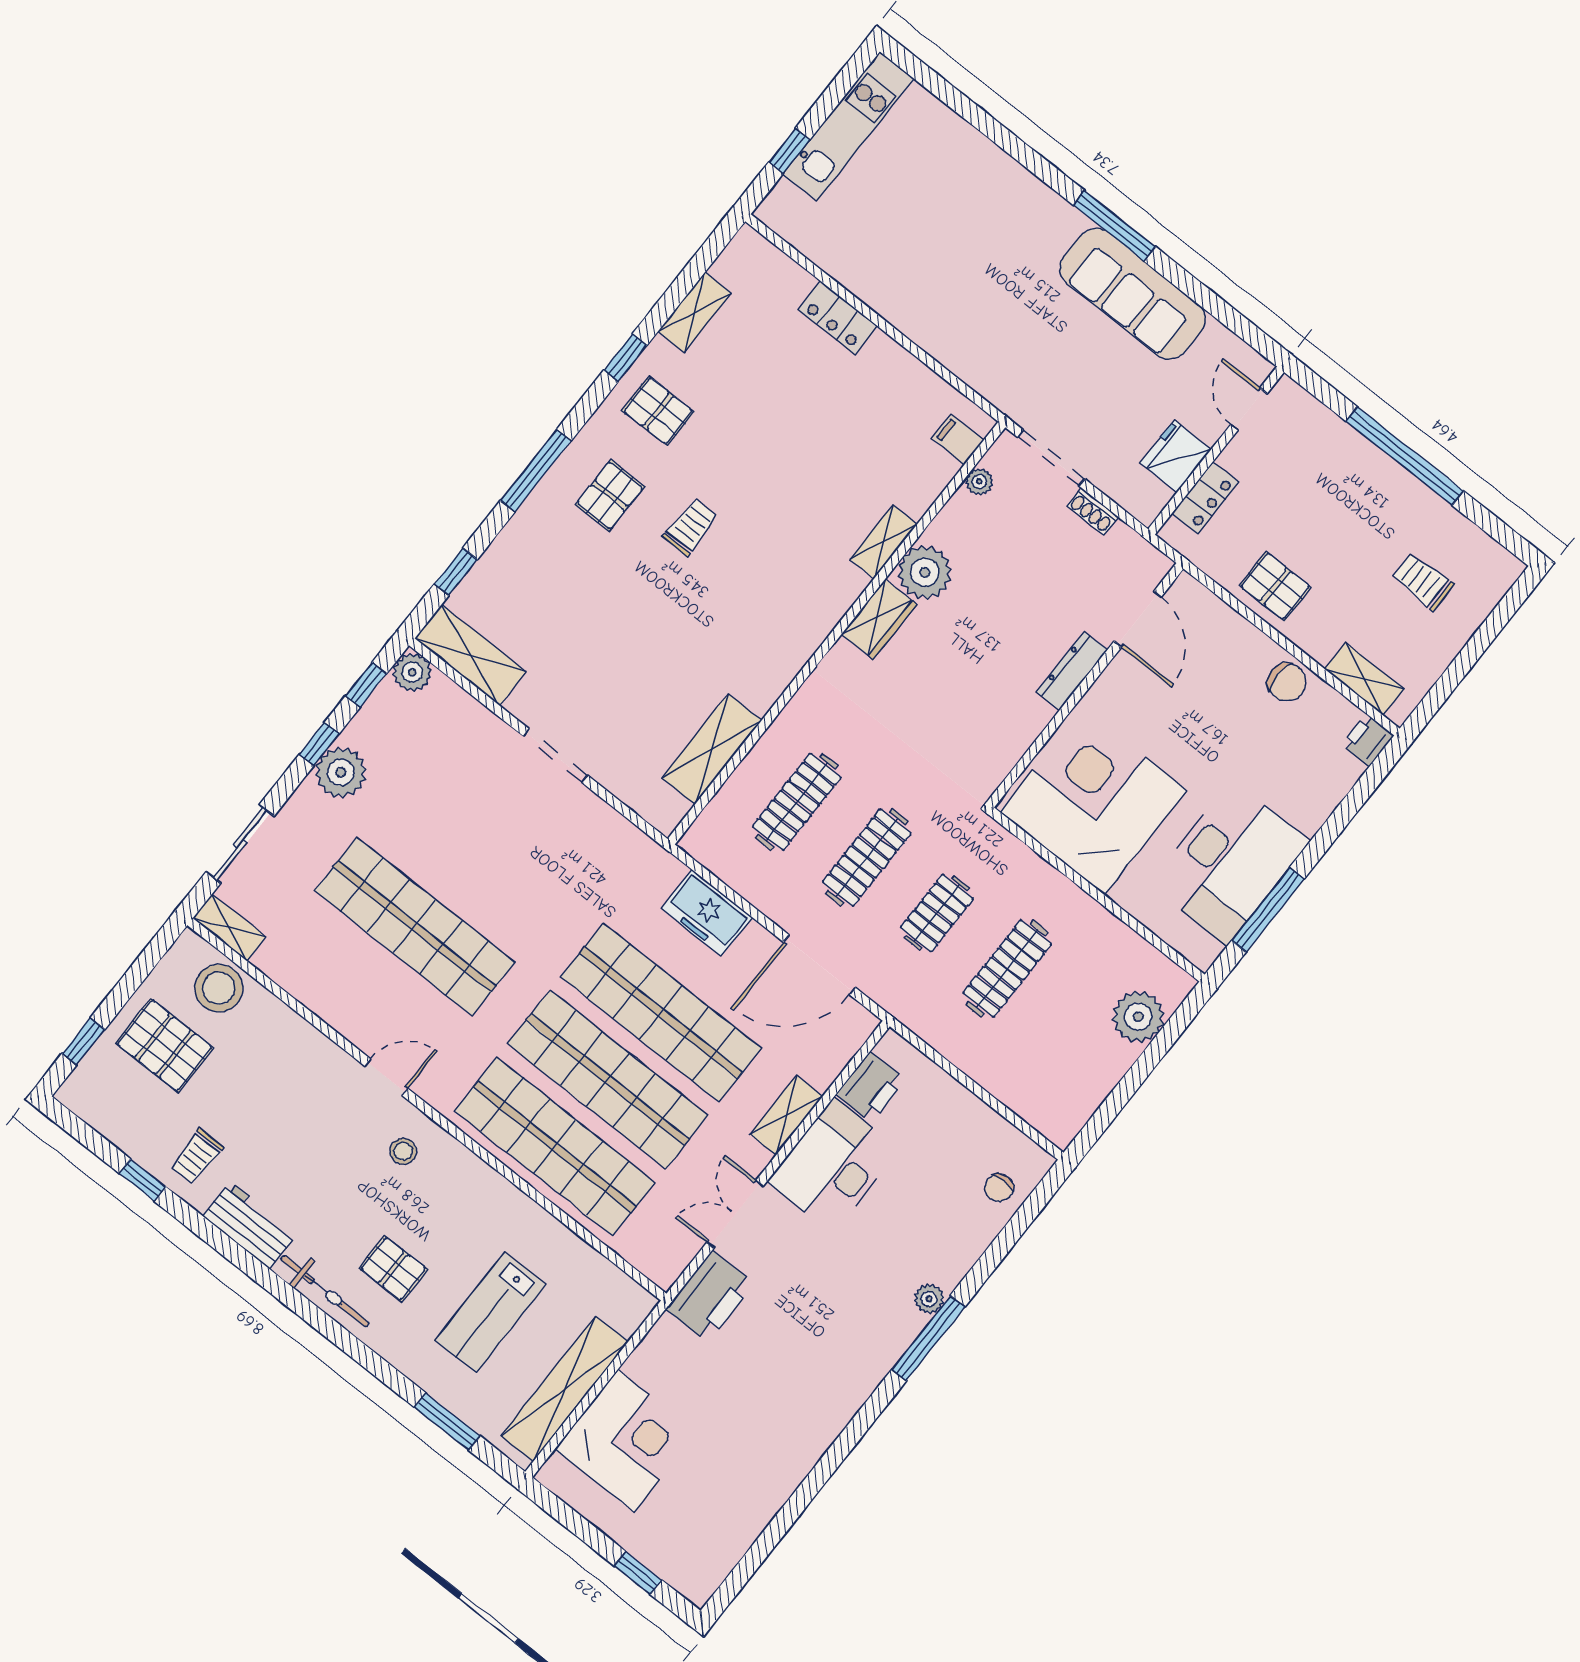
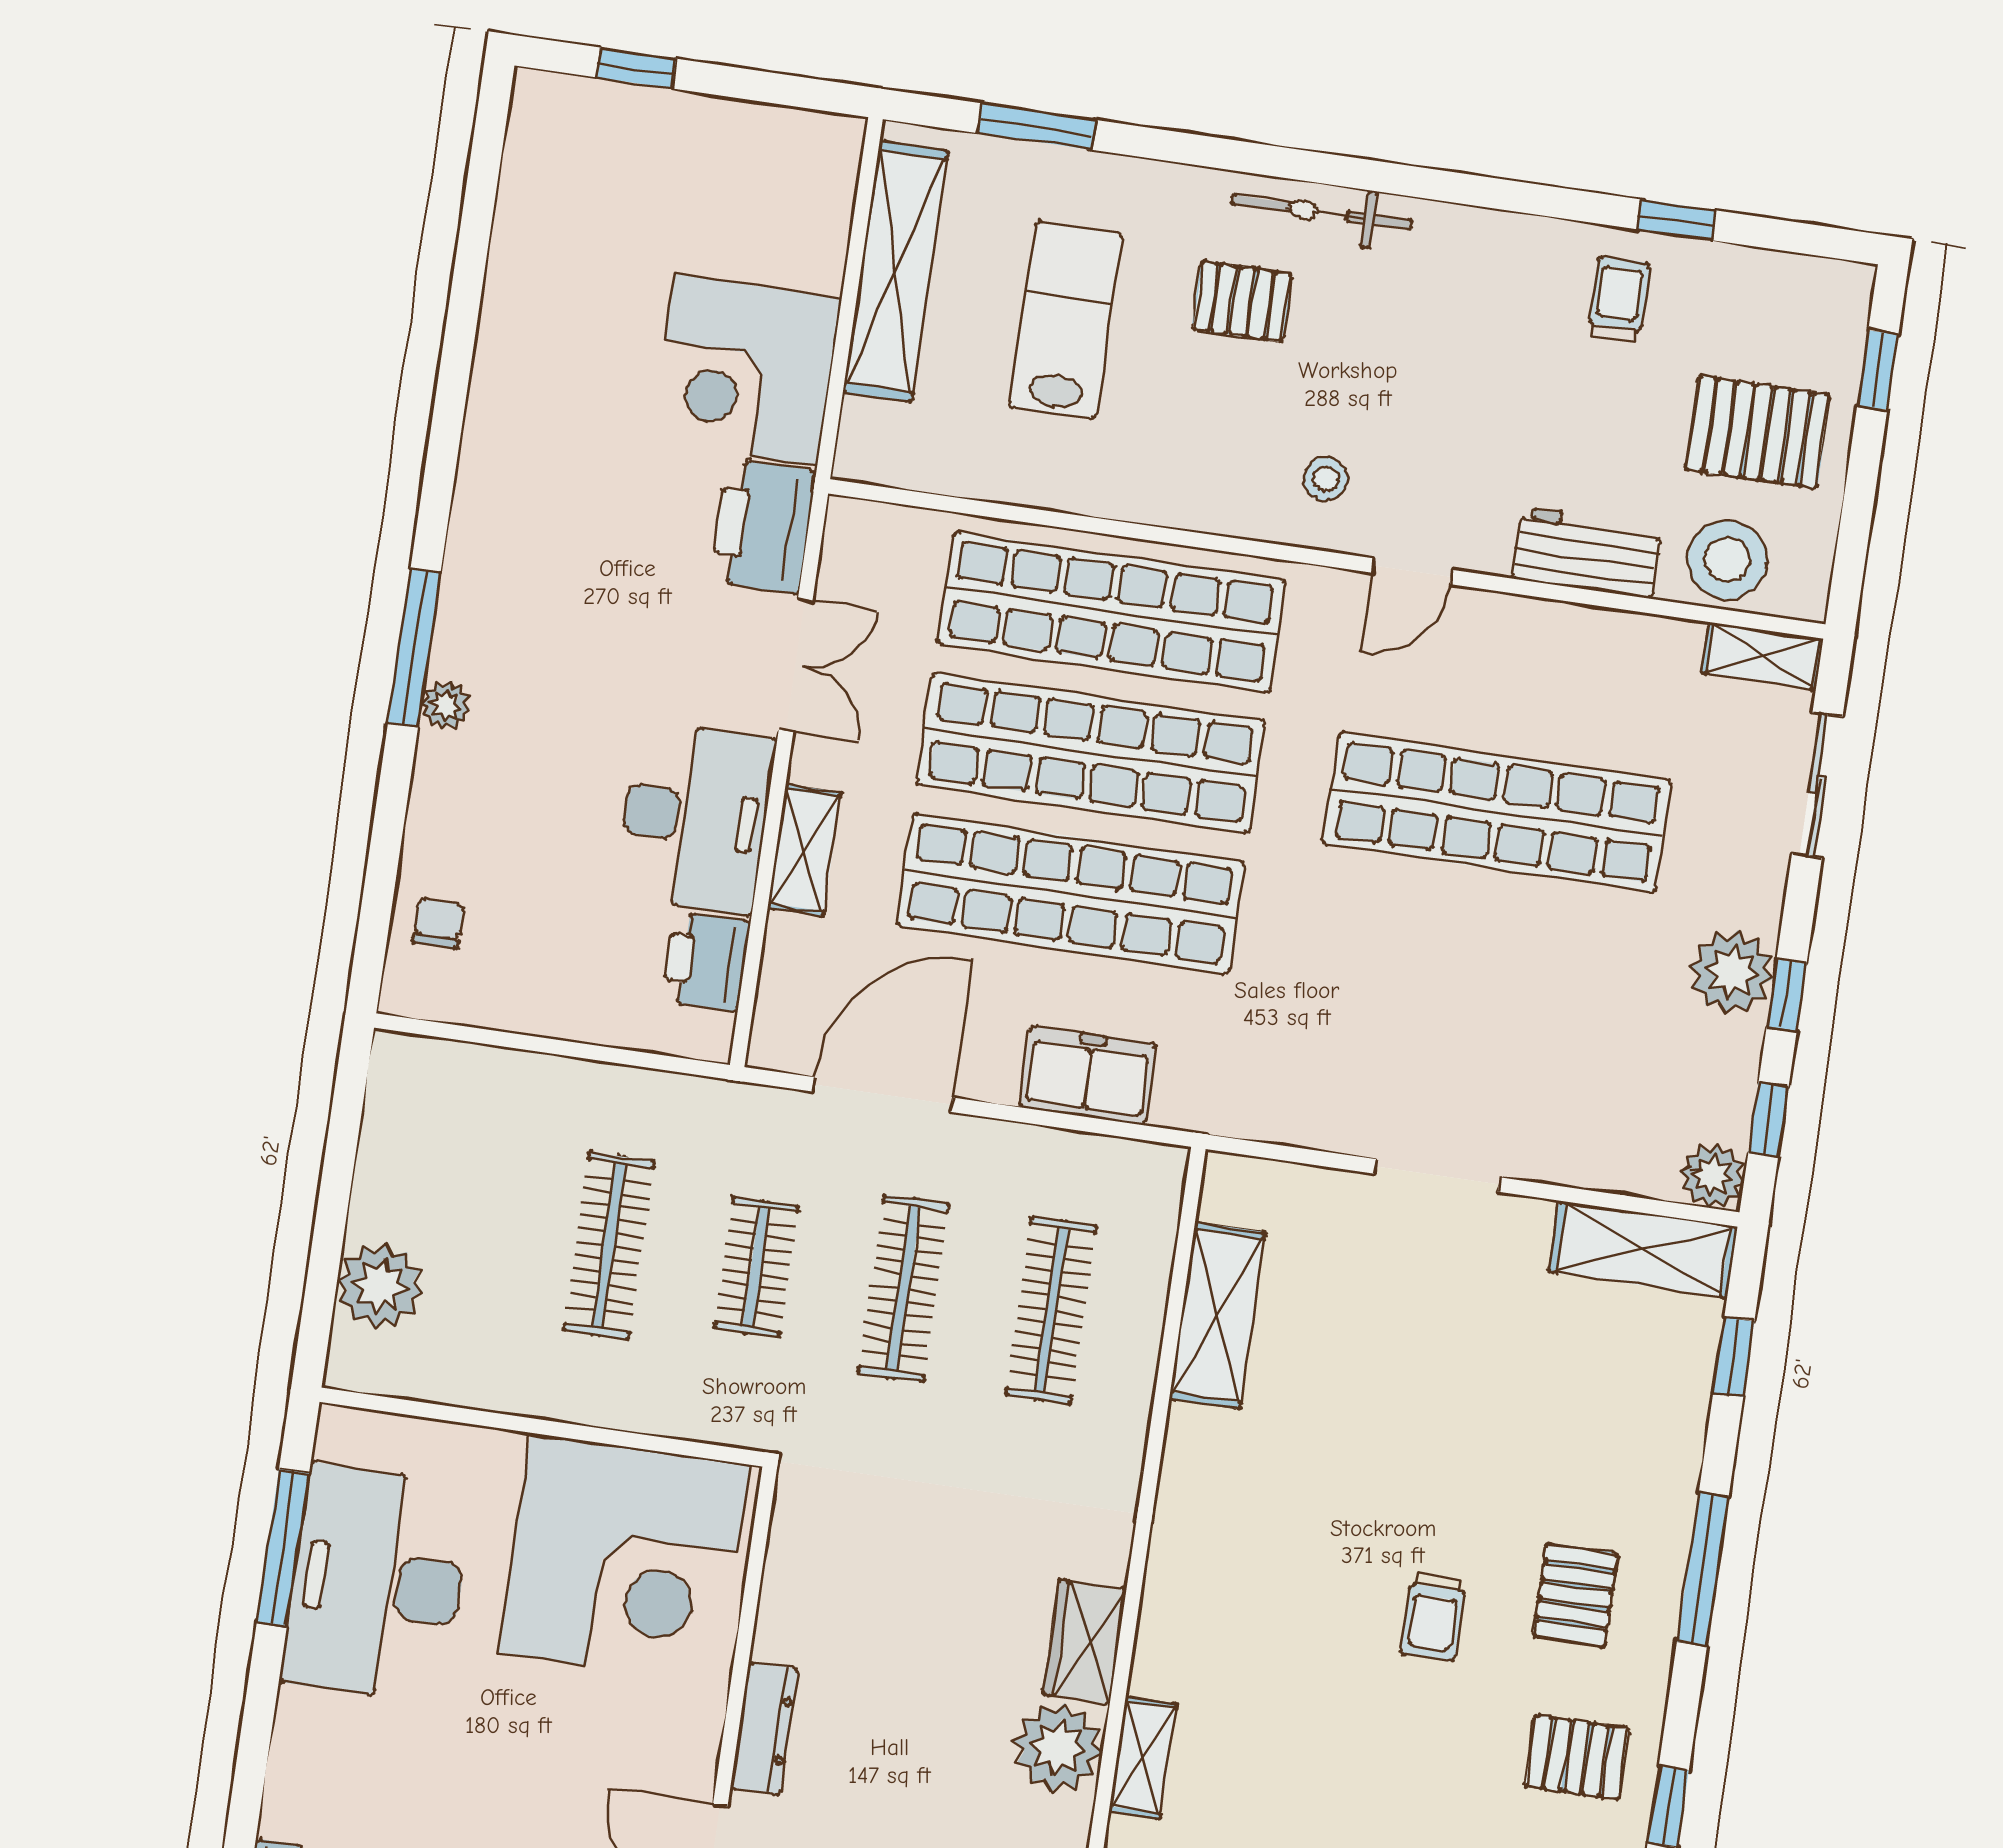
workbench: (250, 1225) -> (1587, 553), moved, turned 180
corner desk: (626, 1441) -> (746, 370), moved

